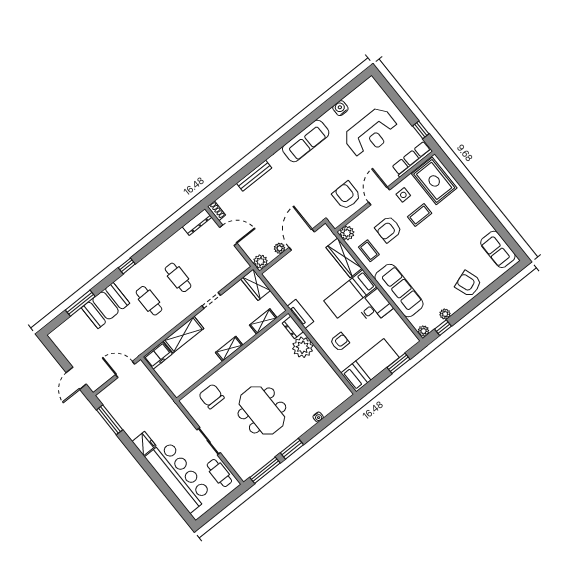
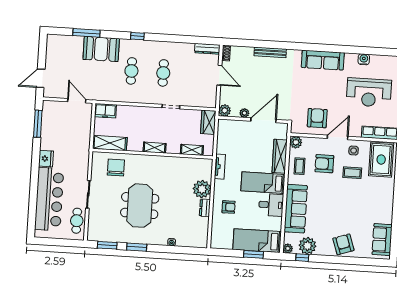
plant: (445, 314) -> (307, 246), width x1.88, depth x1.88
dresser: (293, 327) -> (205, 208), moved
shelving: (183, 335) -> (110, 143), moved
bed: (370, 365) -> (257, 241), moved, turned 180
window: (265, 470) -> (107, 245), width x0.69

